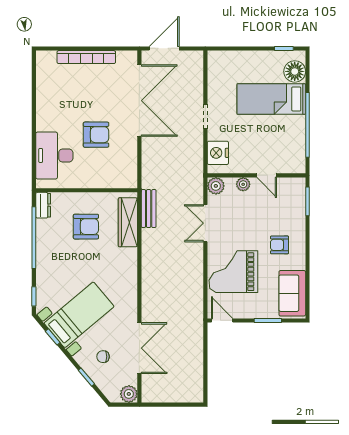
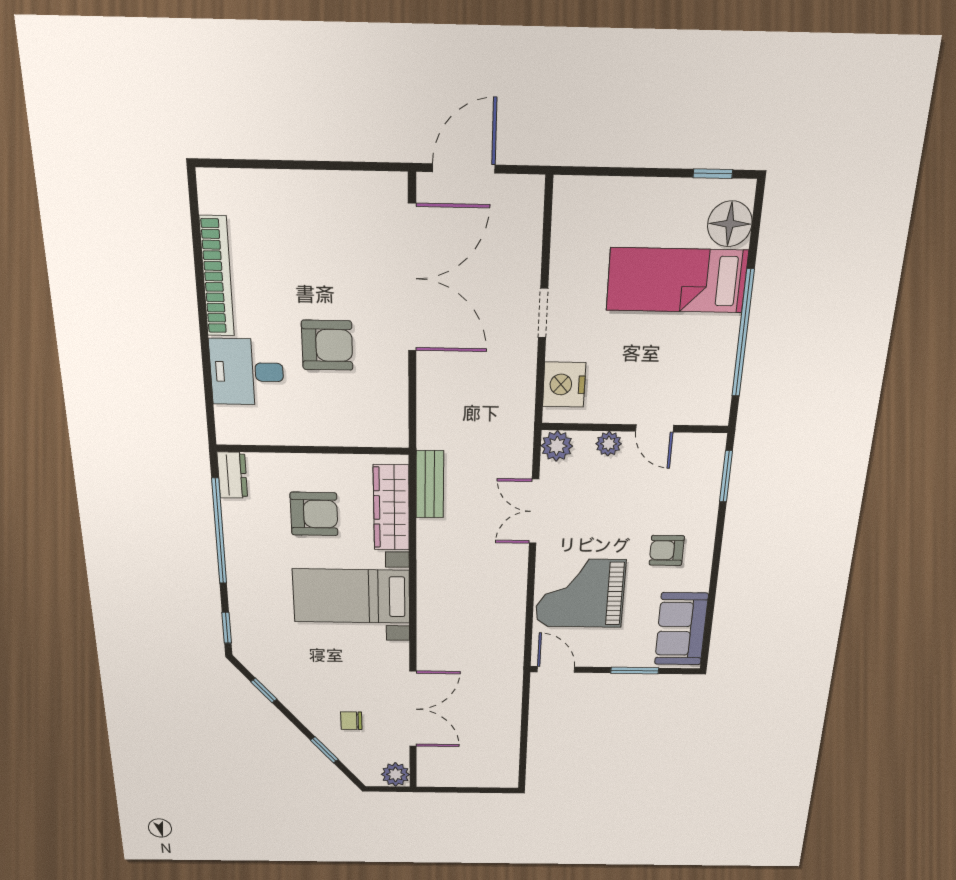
bookcase: (86, 57) -> (217, 277), moved, turned -90
desk: (54, 155) -> (247, 372), width x0.73
bed with nightstands: (79, 315) -> (351, 596), moved, turned -140

